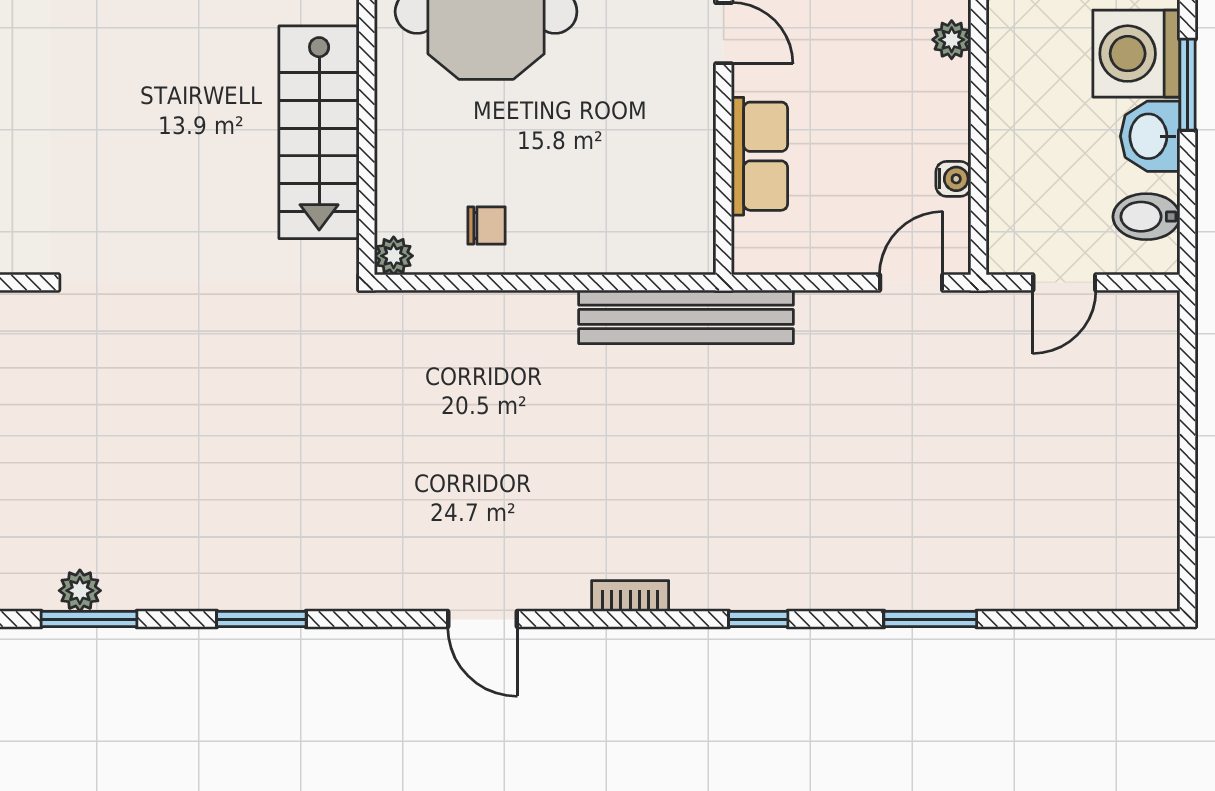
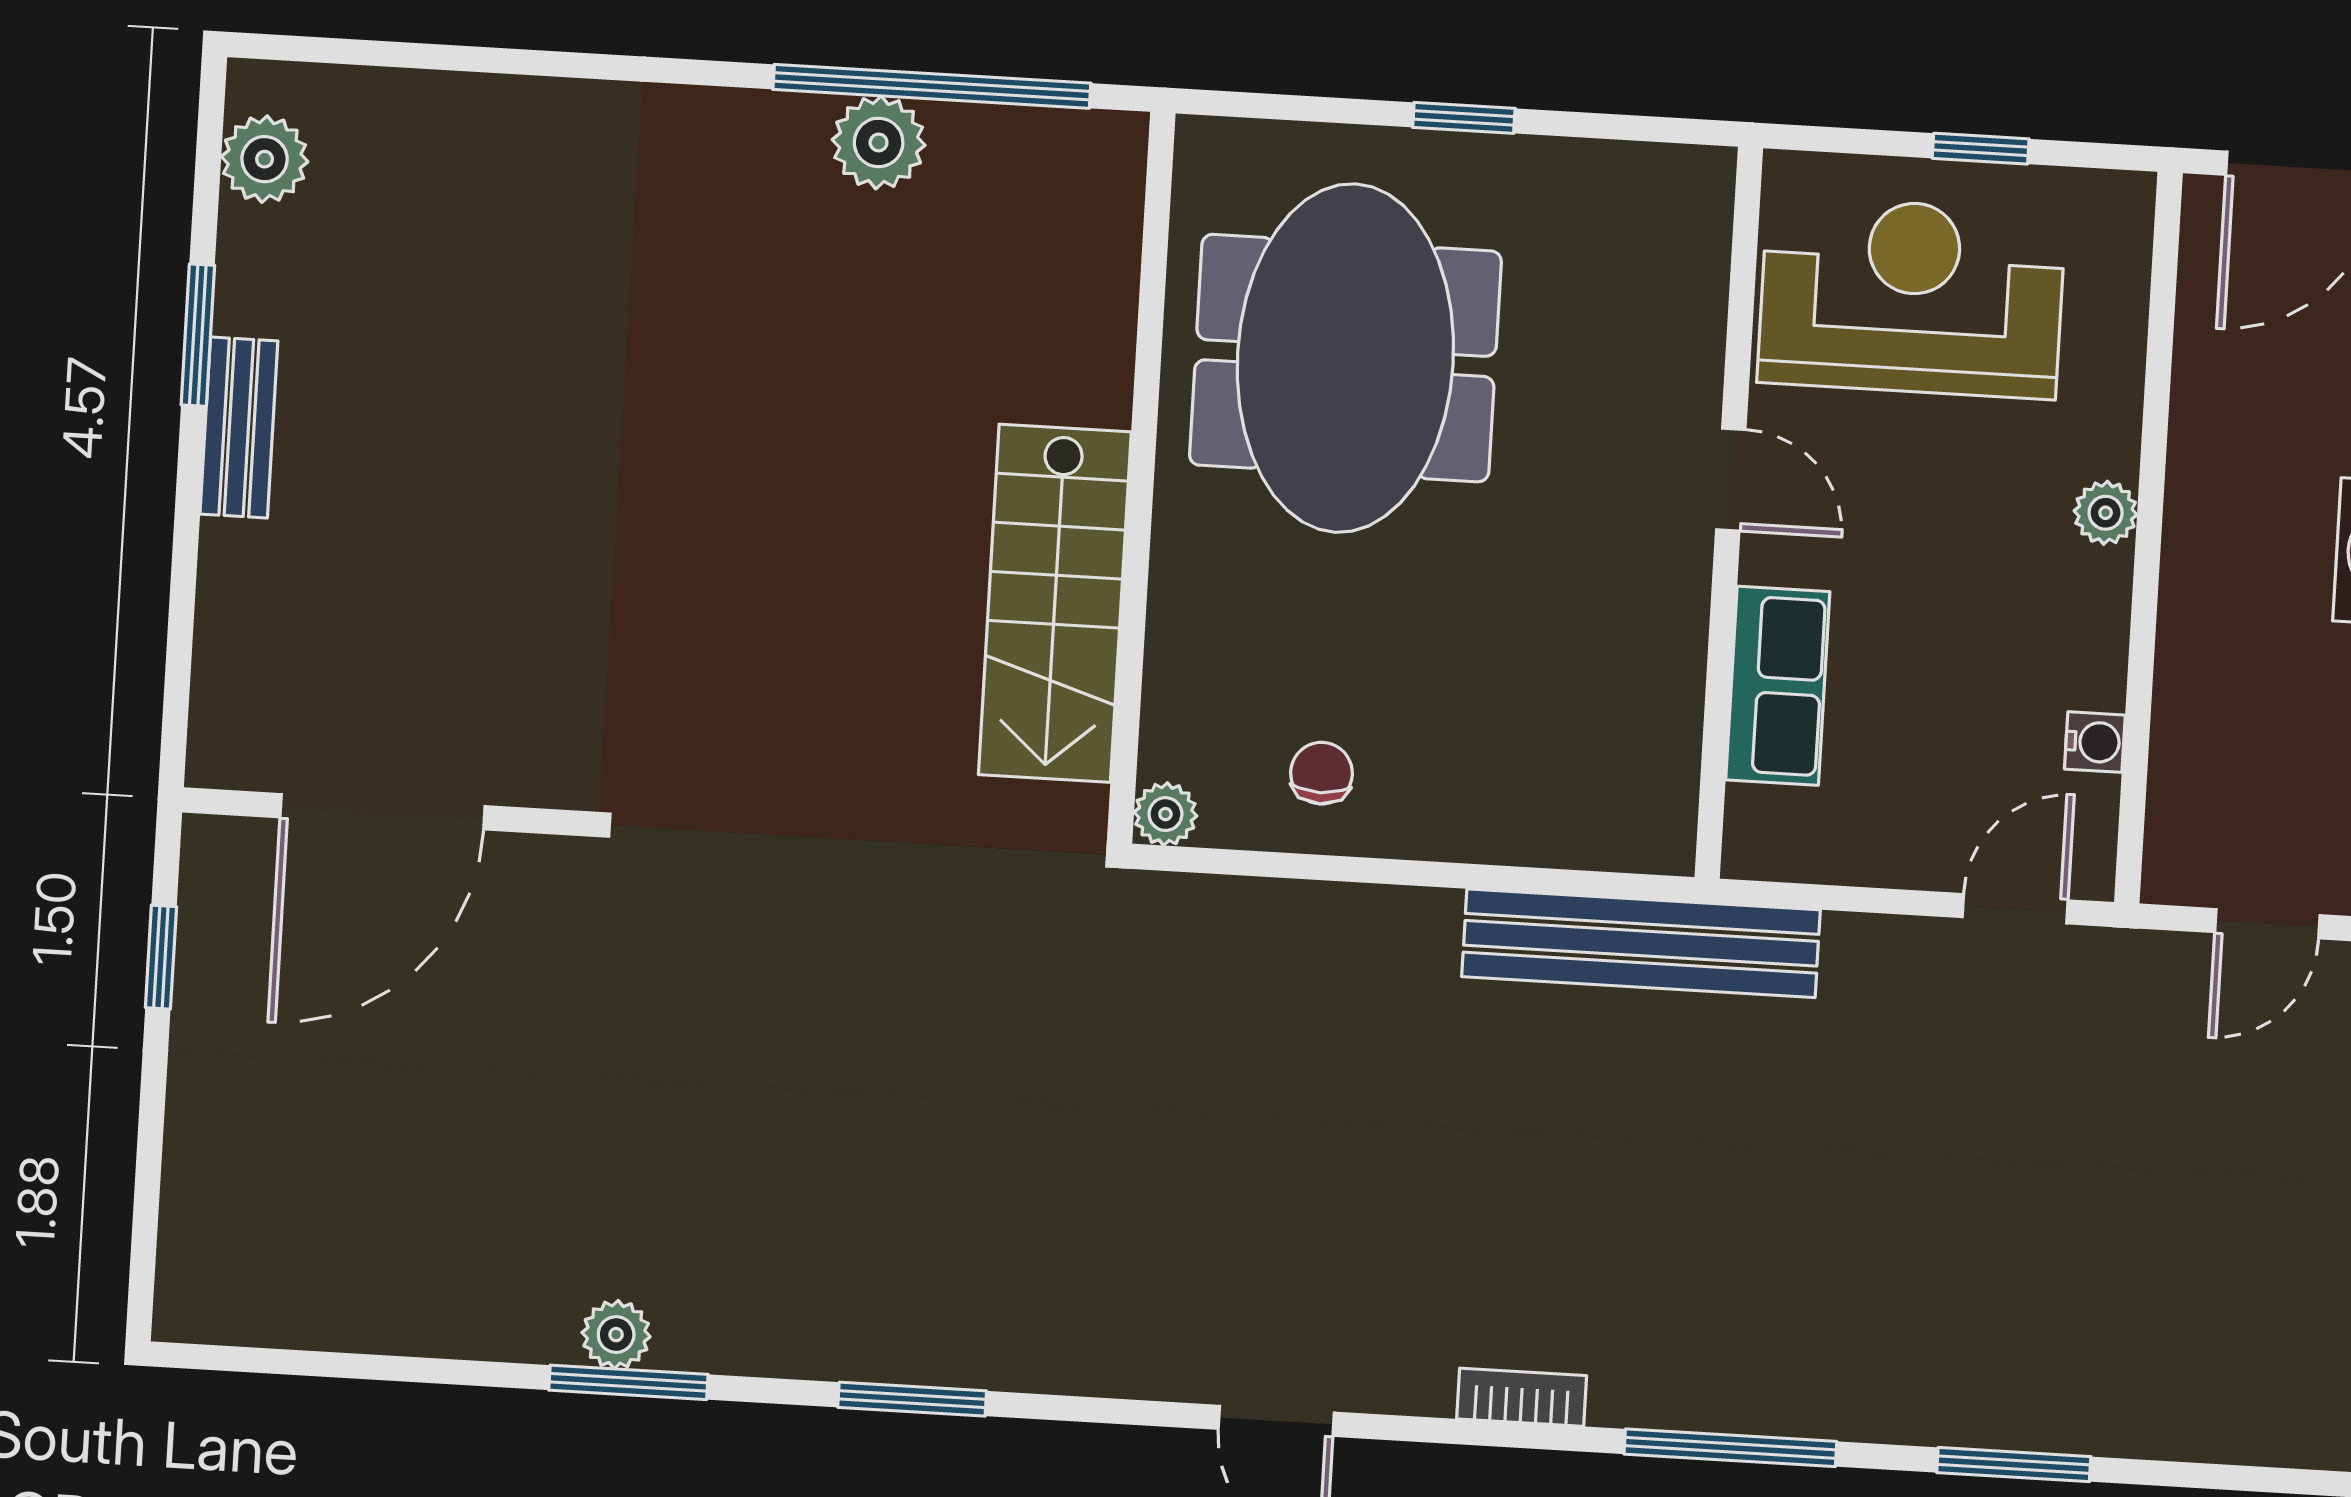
chair: (487, 225) -> (1321, 773), turned -90
window: (758, 619) -> (1730, 1448), width x2.17

